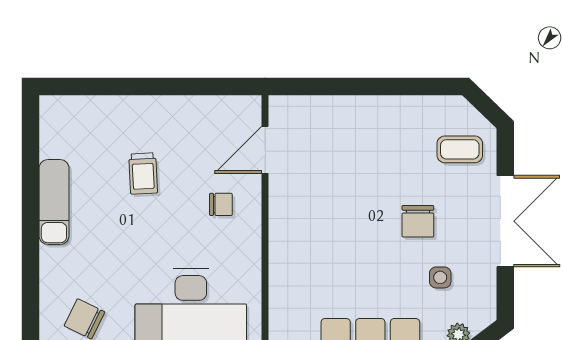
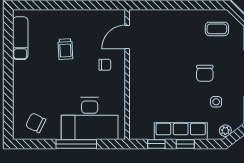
coffee table: (460, 149) -> (217, 29), moved
exam couch: (54, 202) -> (20, 38), moved

